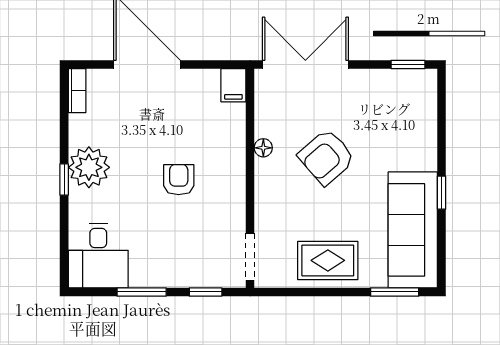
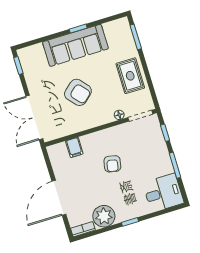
filing cabinet: (233, 85) -> (74, 147), moved, turned 90
floor lamp: (263, 148) -> (119, 115), moved
plant: (89, 167) -> (104, 216), moved
armchair: (179, 180) -> (112, 164), turned -79
sofa: (413, 230) -> (75, 45), moved

